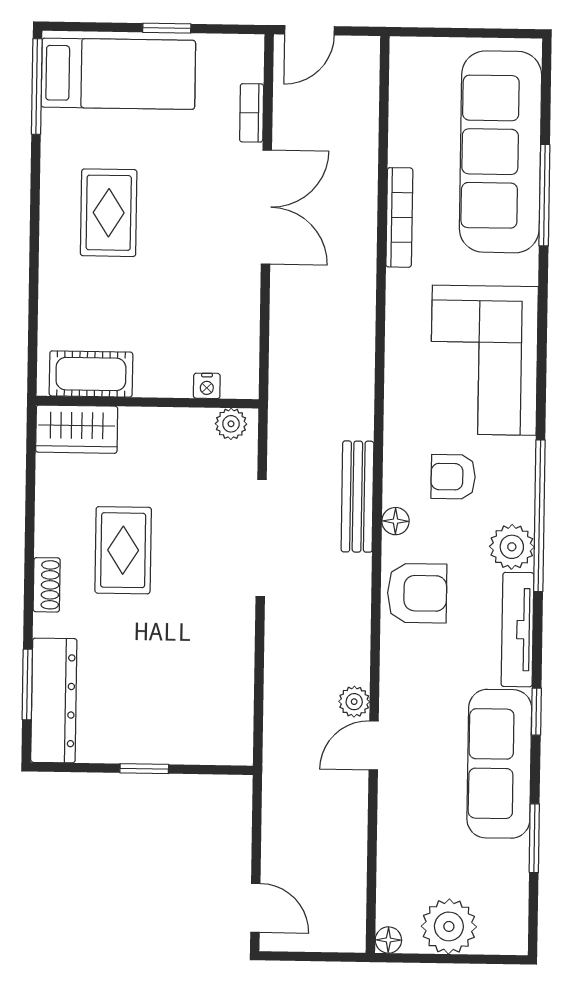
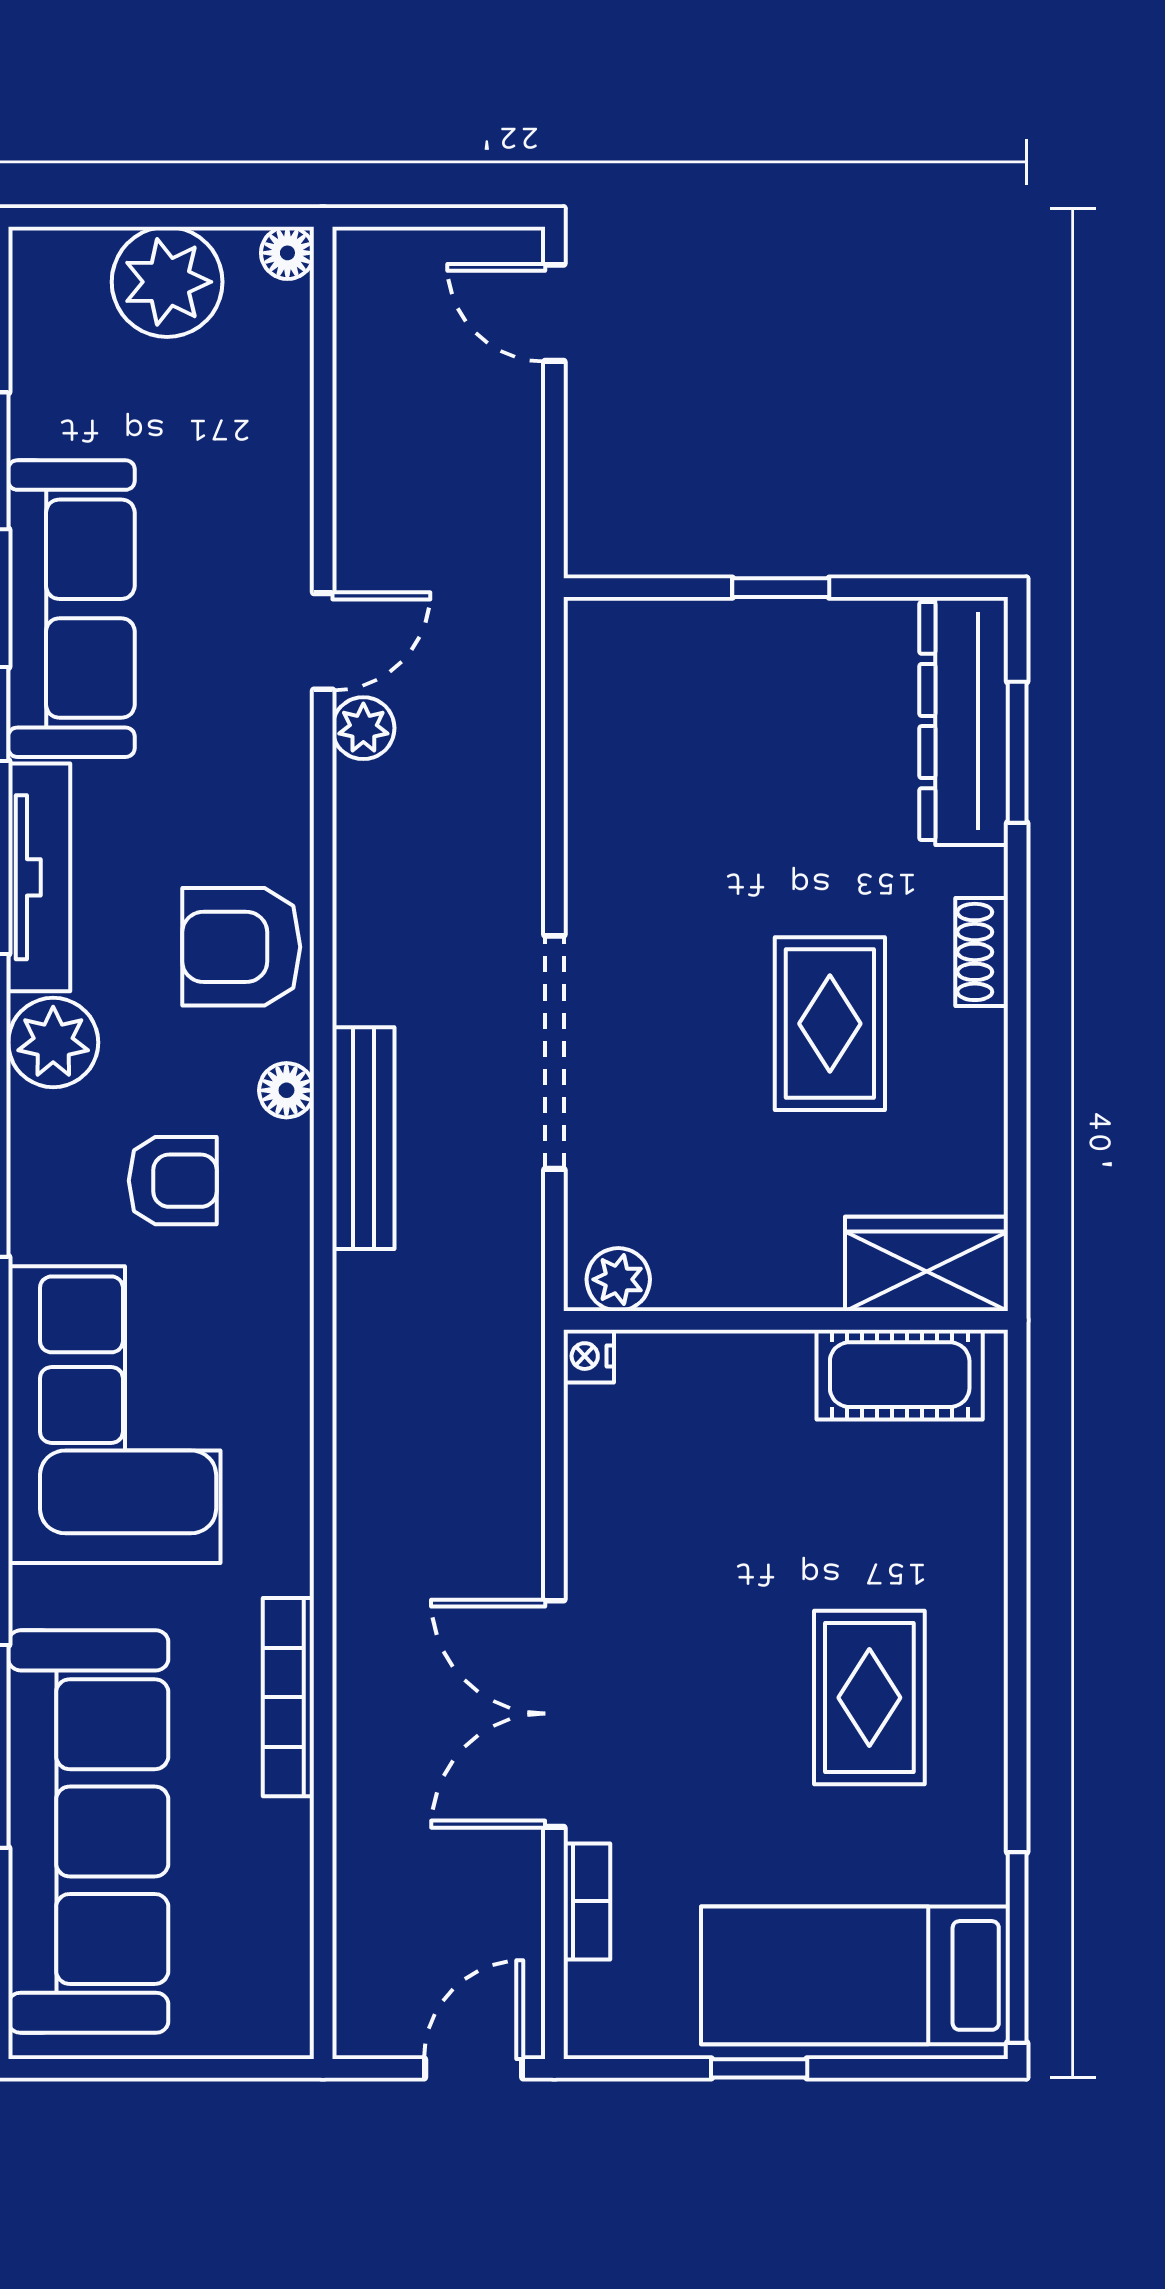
nightstand: (207, 386) -> (589, 1356), moved, turned -90

